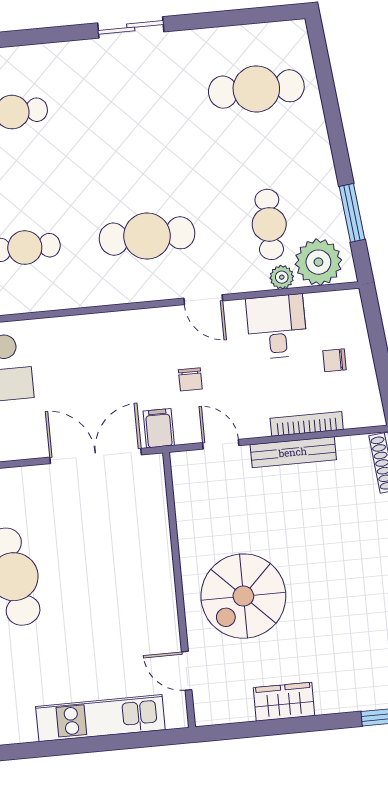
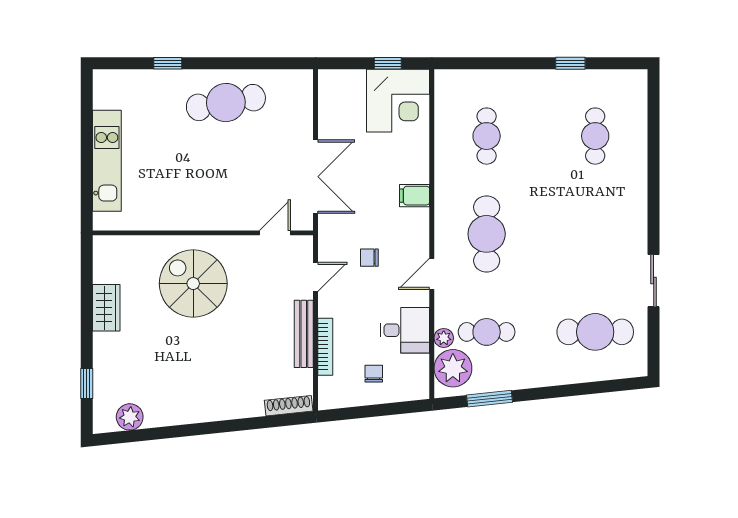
sliding door: (131, 27) -> (654, 281), moved
cafe table: (256, 89) -> (595, 332), turned 90
filing cabinet: (159, 428) -> (414, 196), moved, turned 180
door: (187, 671) -> (275, 233), moved

